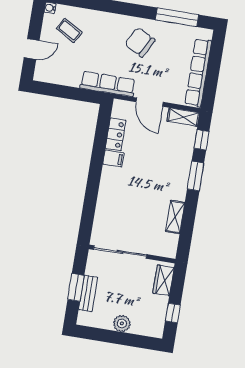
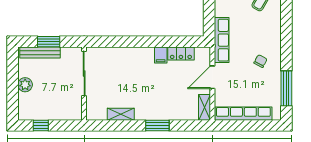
chair: (140, 42) -> (261, 61), width x0.54, depth x0.54
window: (202, 140) -> (188, 126), removed
wardrobe: (163, 280) -> (67, 113), removed
bench: (88, 293) -> (40, 53), width x1.36

